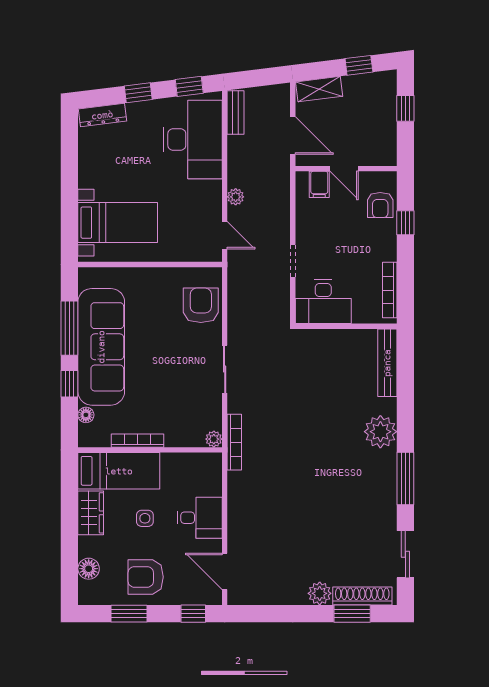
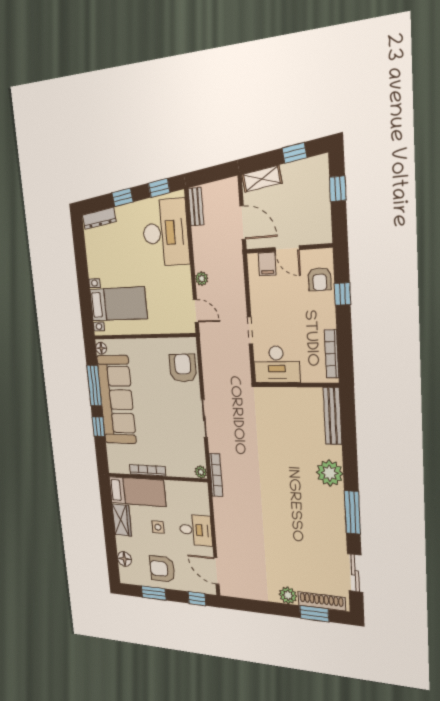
floor lamp: (86, 415) -> (101, 348), moved

